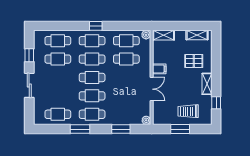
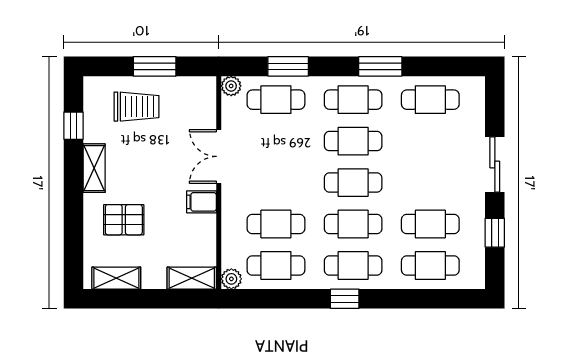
cafe table: (126, 114) -> (276, 100), added

